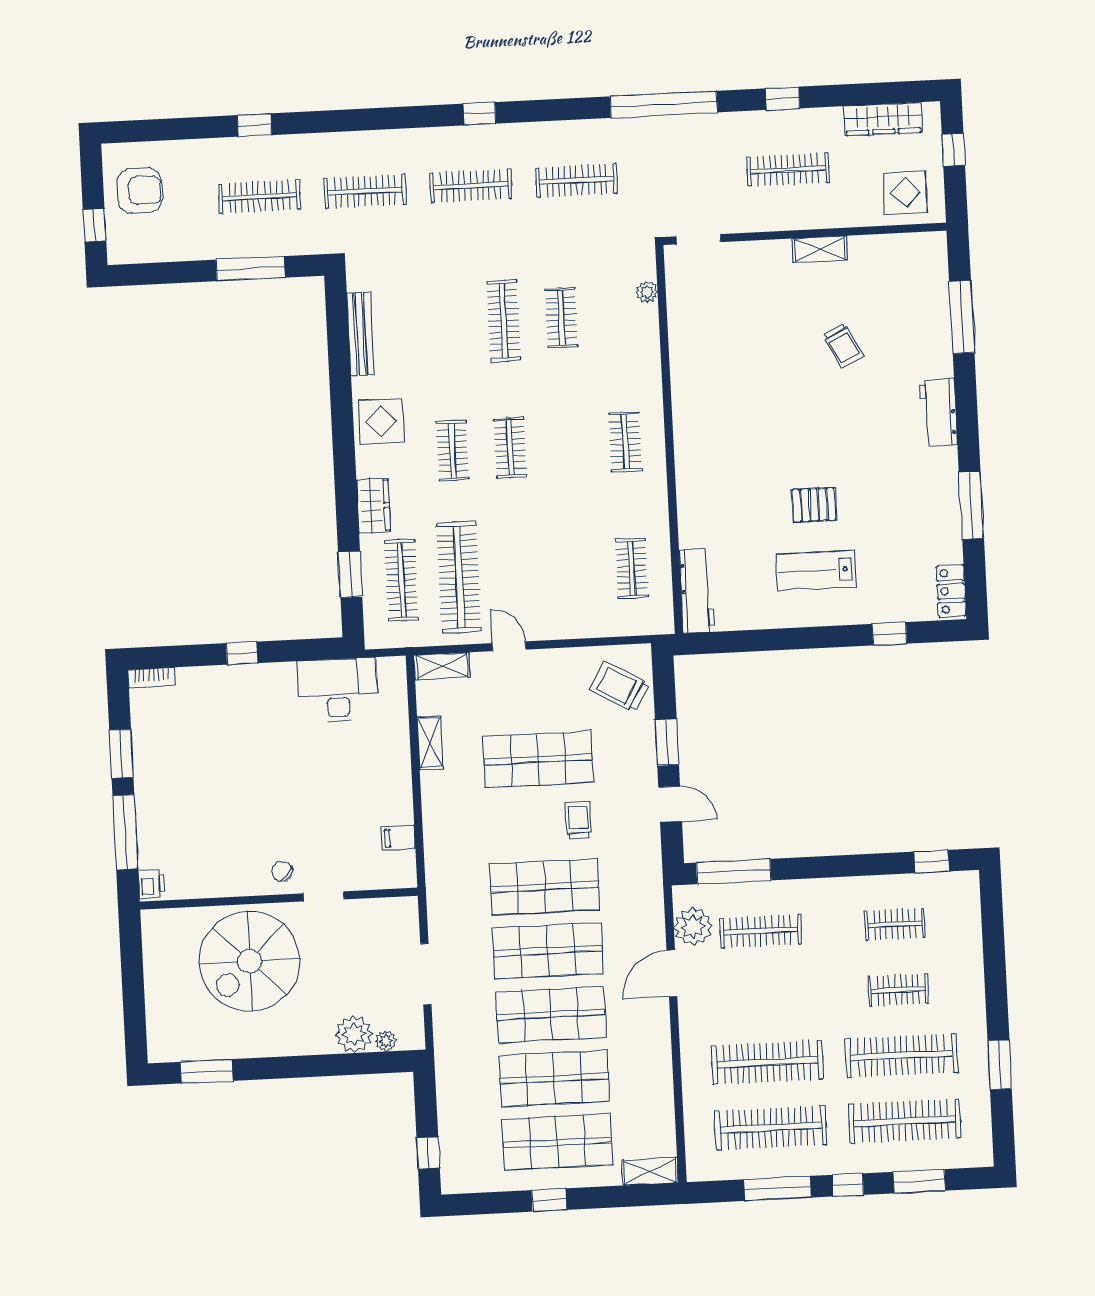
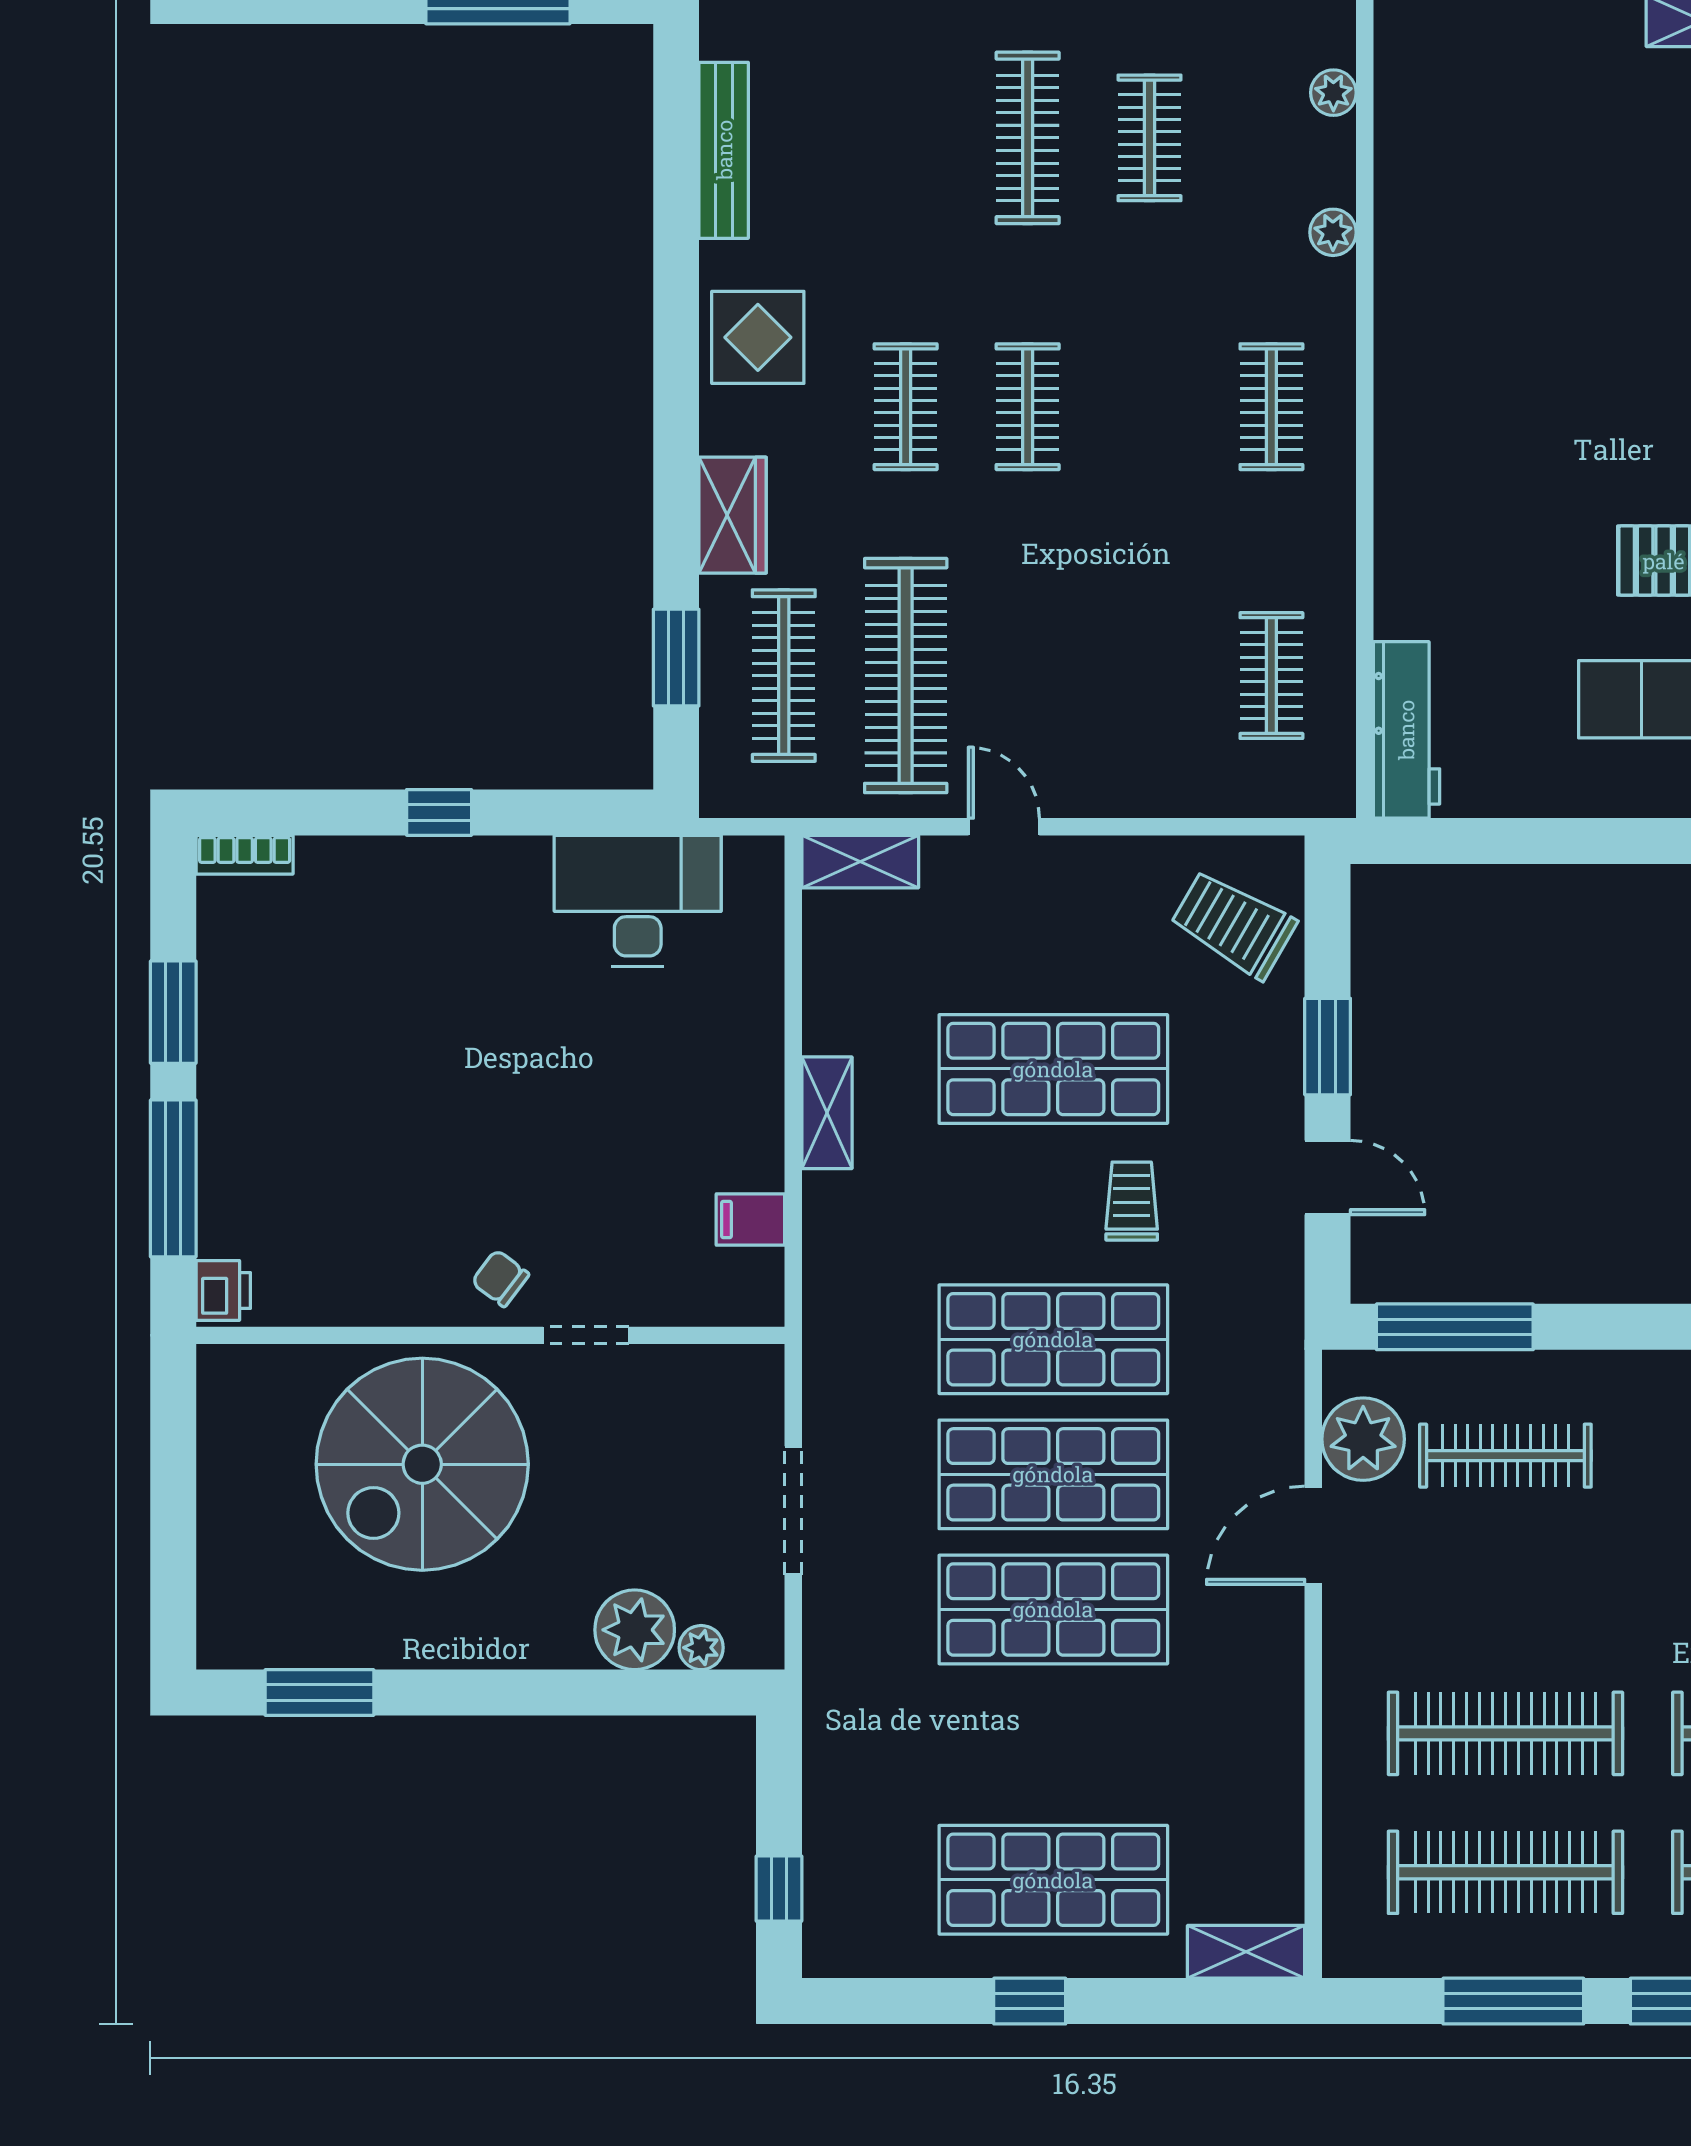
plant: (650, 358) -> (1333, 232), added
shelving: (430, 743) -> (827, 1113), moved
shop shelf: (554, 1078) -> (1053, 1745), removed

